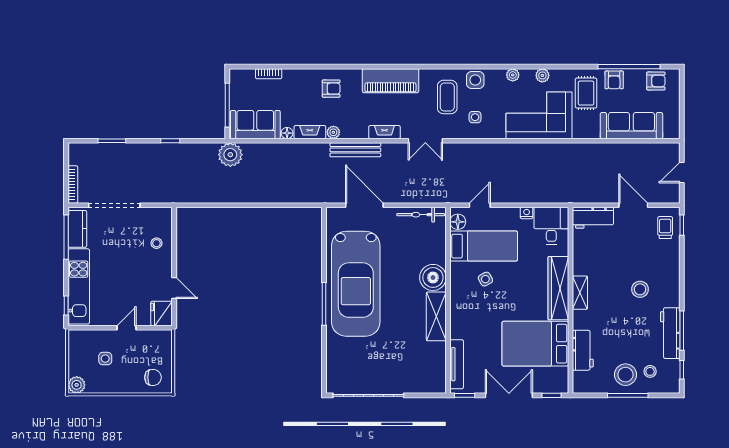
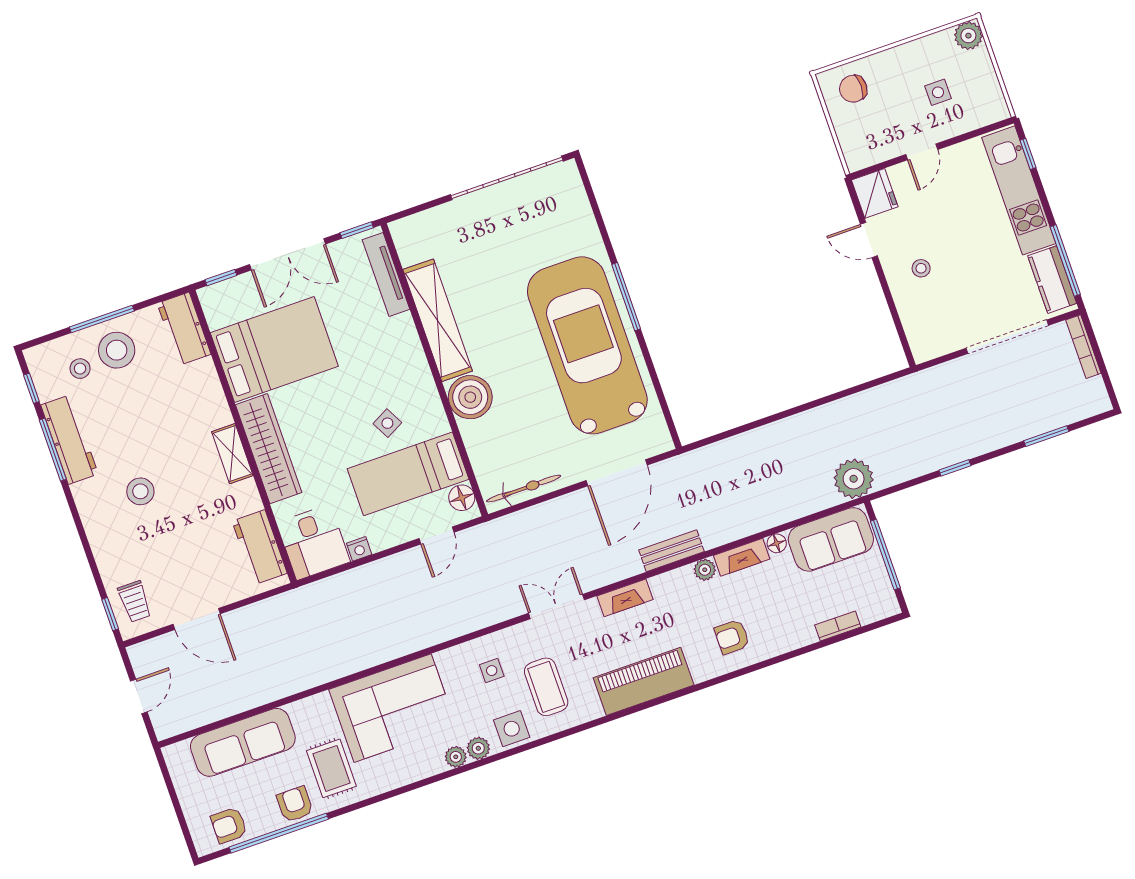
plant: (542, 75) -> (478, 748), moved
bench: (355, 150) -> (671, 551), width x0.73
door: (364, 205) -> (617, 473), hinge flipped
workbench: (593, 218) -> (260, 547), moved, turned -90
stool: (156, 243) -> (921, 268), moved
shelving: (436, 316) -> (438, 320), width x1.47
workbench: (583, 350) -> (184, 329), moved

